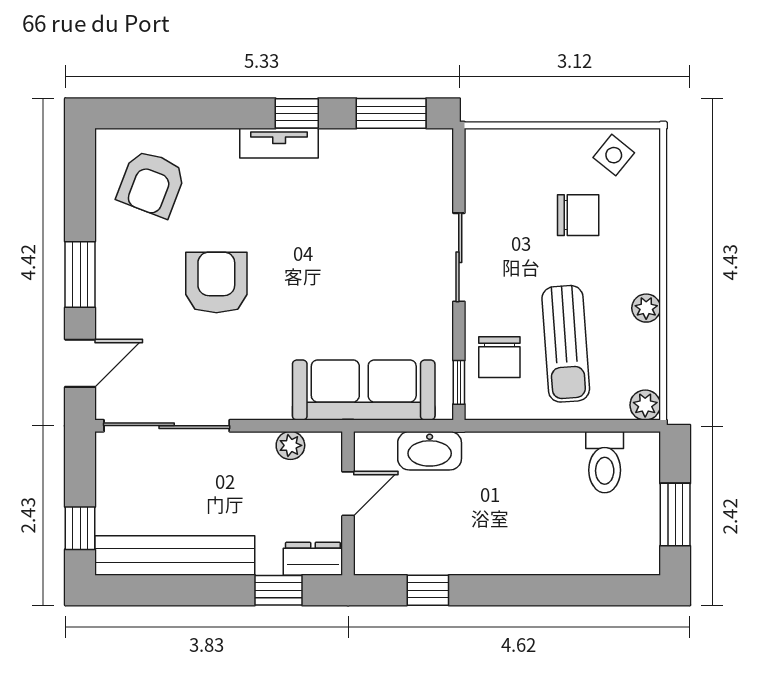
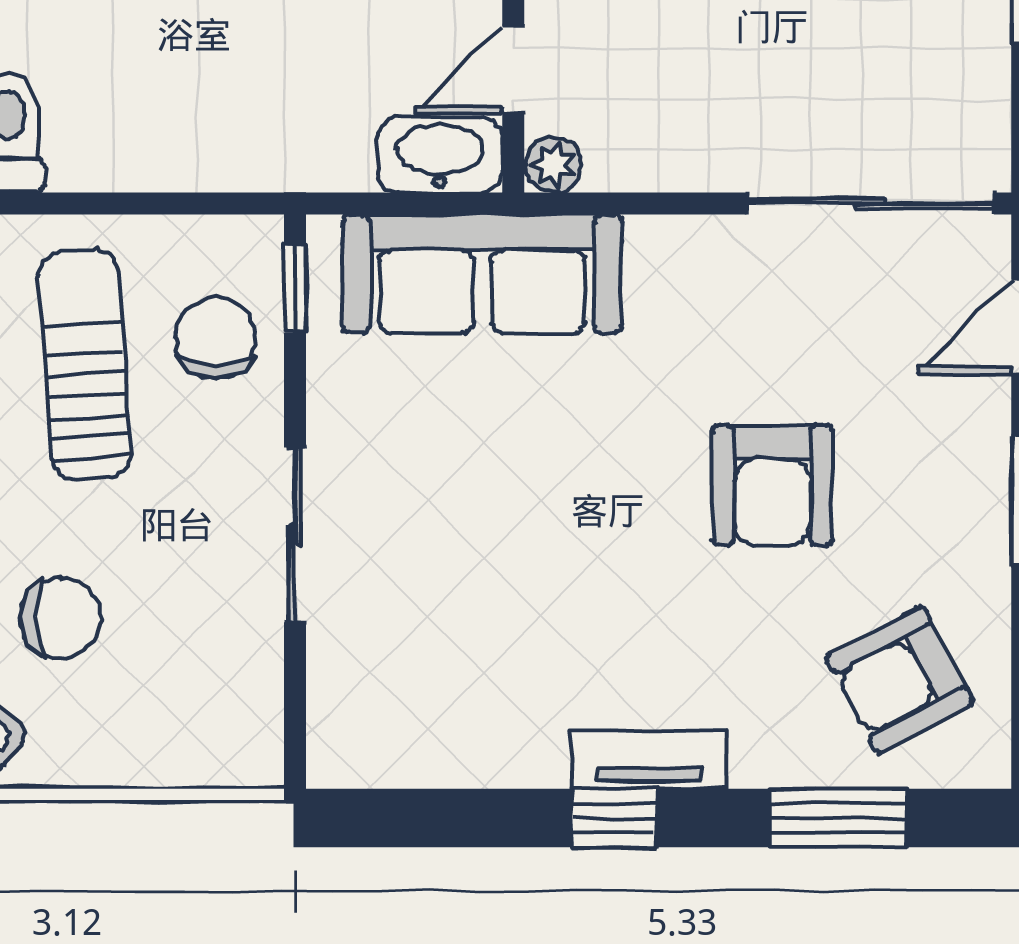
window: (391, 113) -> (838, 818), moved
armchair: (151, 184) -> (900, 680), turned -139
chair: (578, 215) -> (61, 618), turned 180
plant: (290, 445) -> (553, 165), moved
washbasin: (430, 451) -> (440, 154), moved

